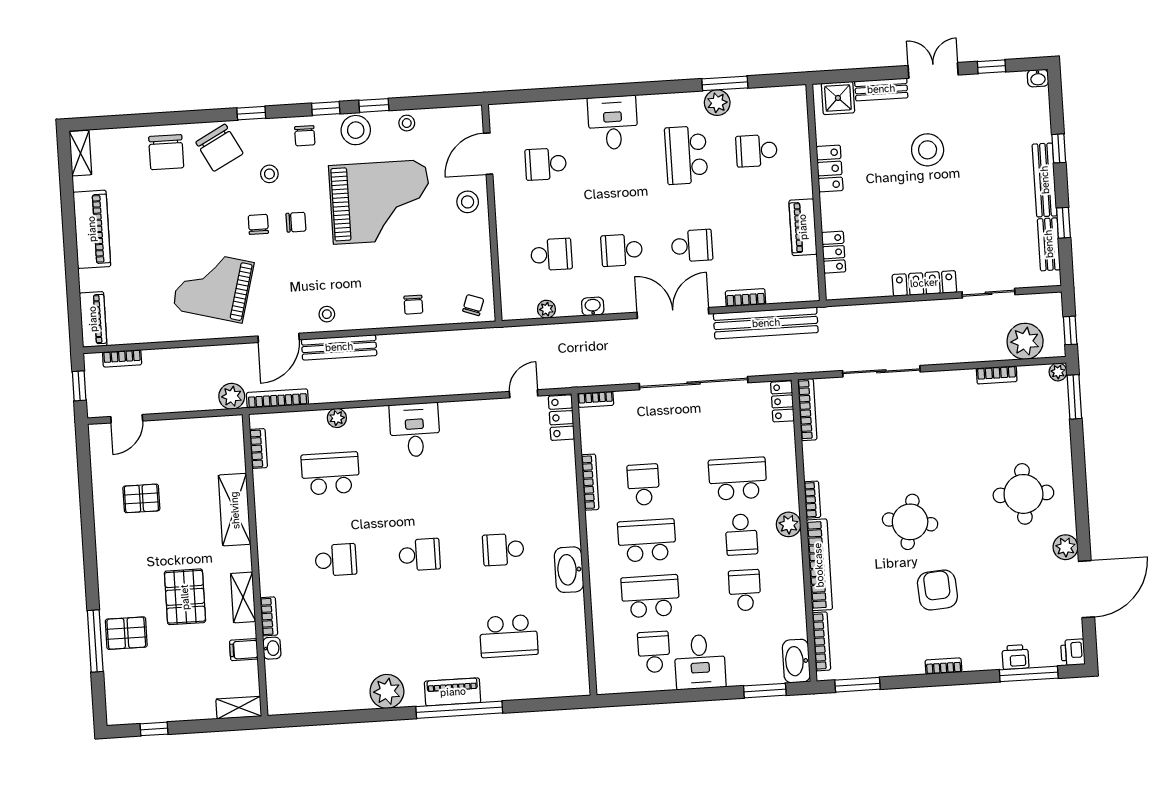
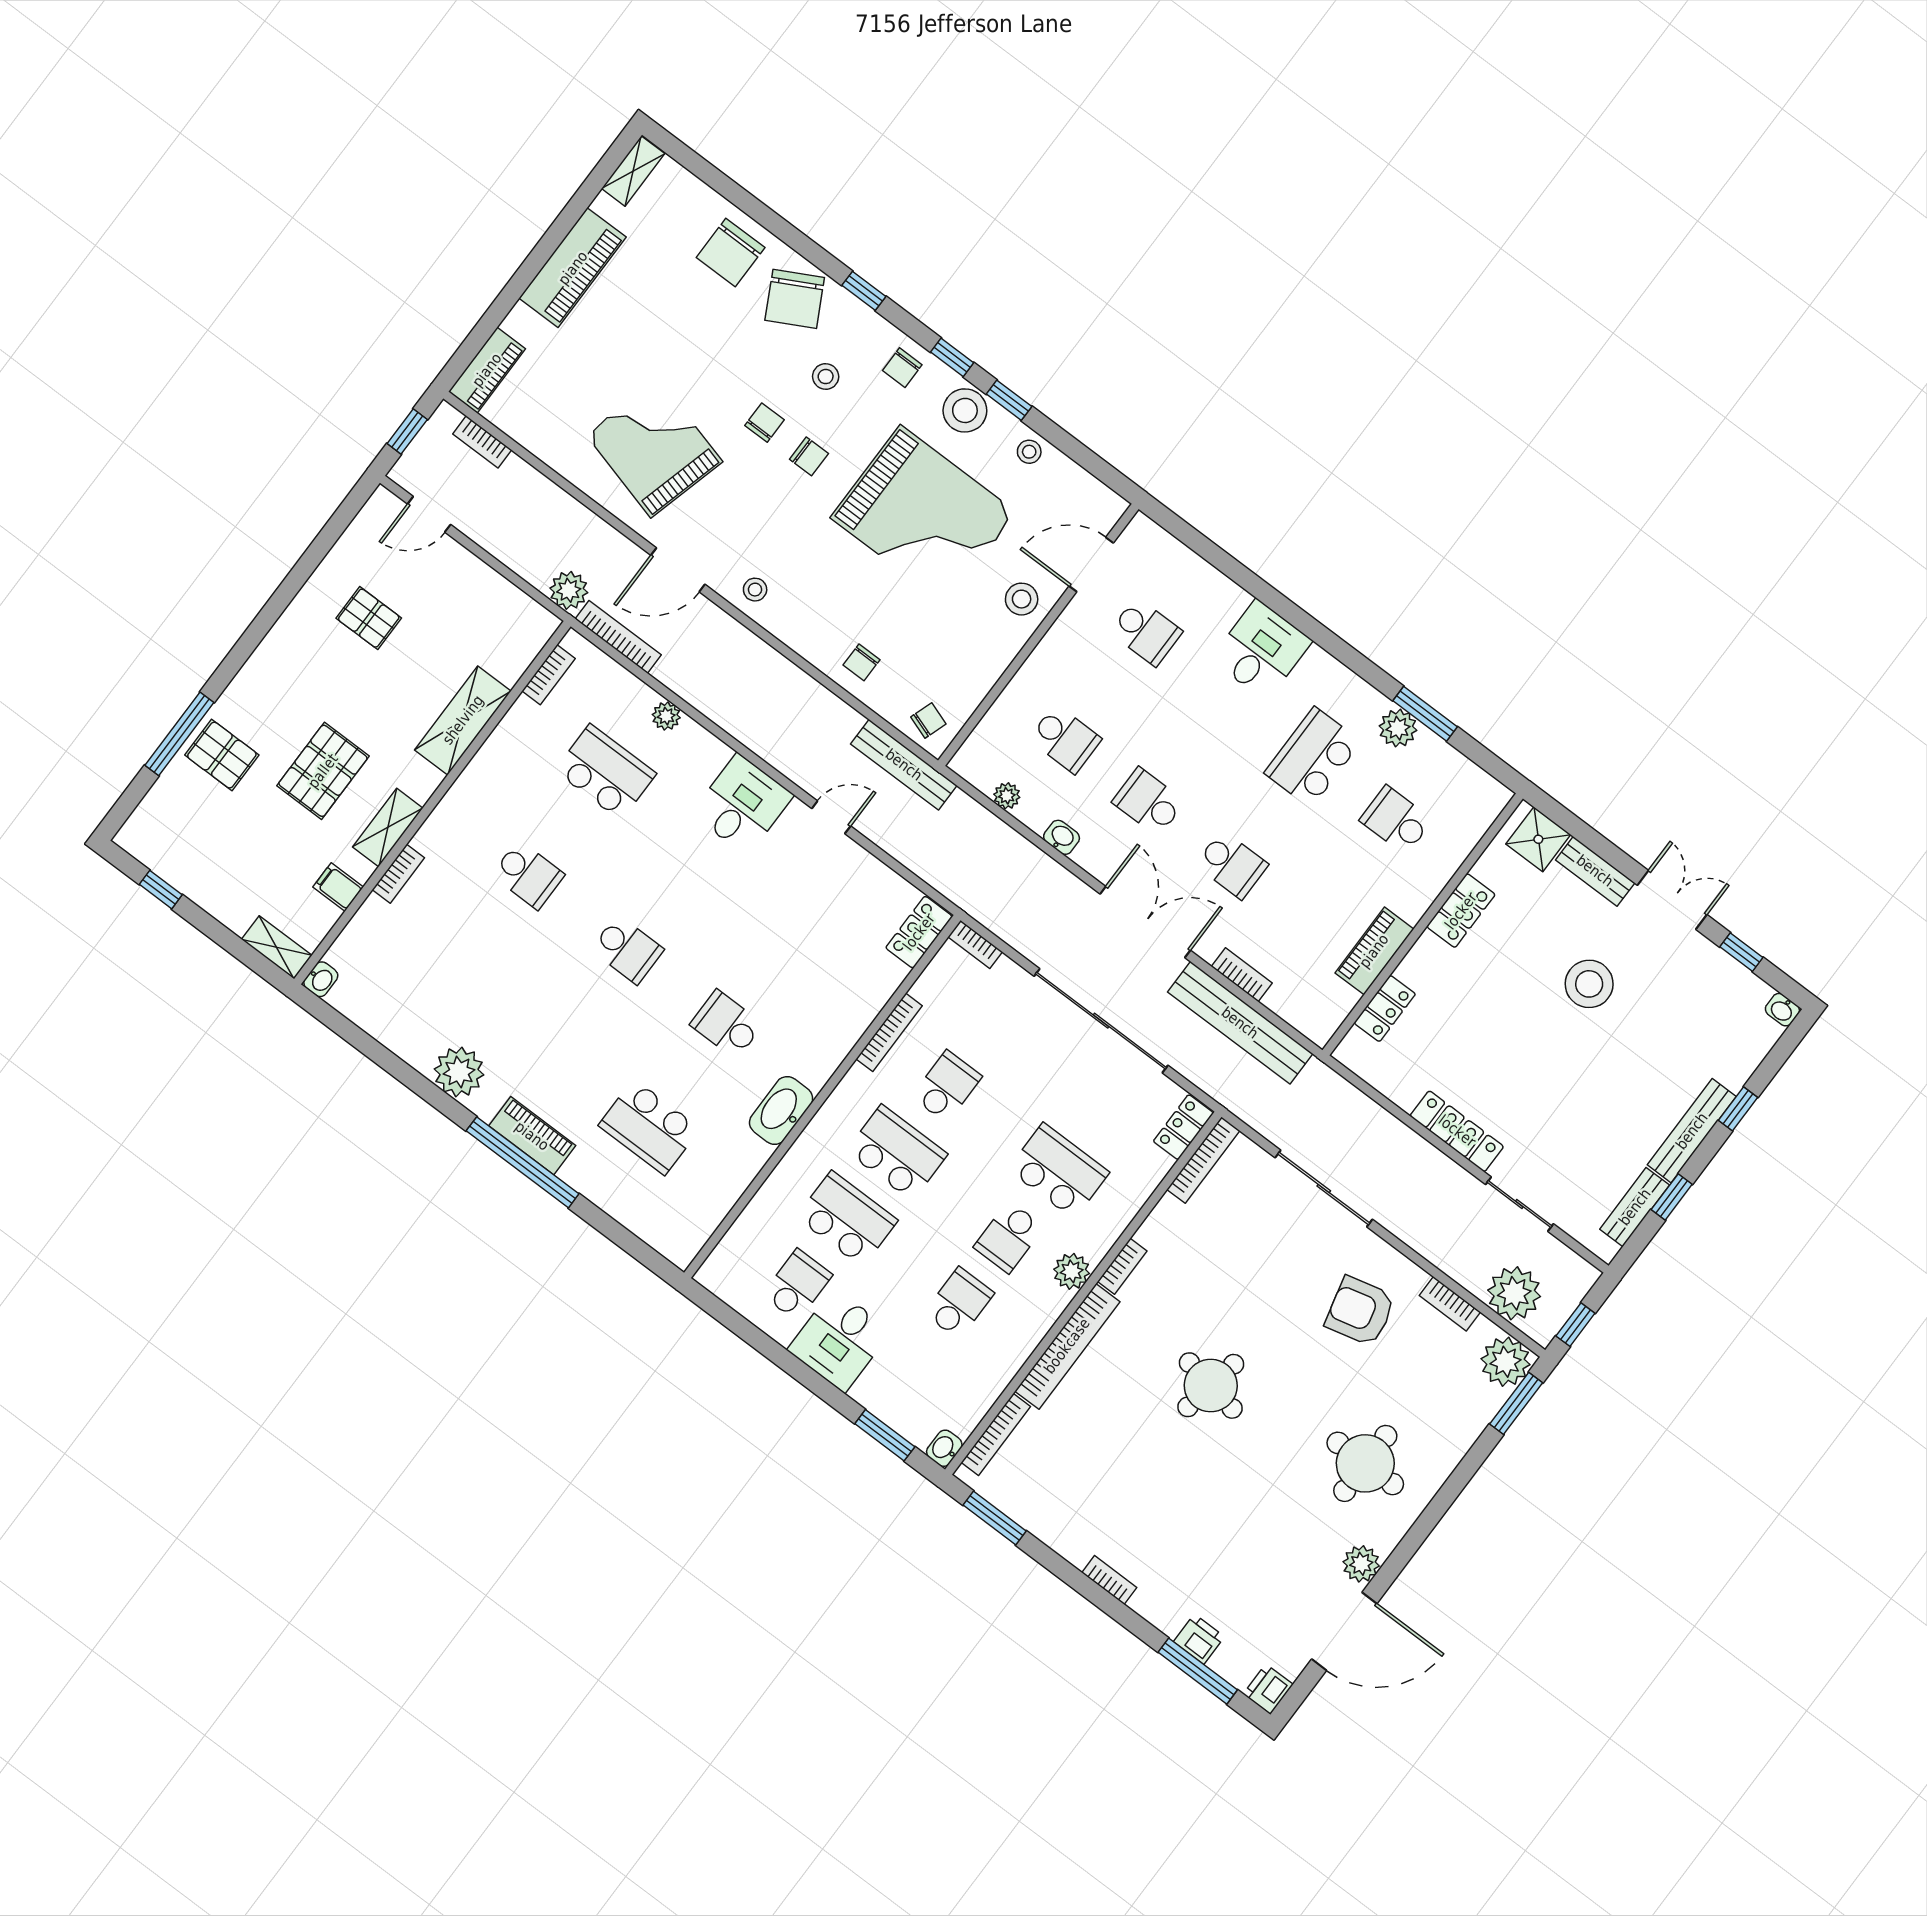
school desk: (546, 164) -> (1146, 632), turned 180
bench: (339, 347) -> (904, 765), moved
plant: (1058, 372) -> (1506, 1362), width x1.87, depth x1.87
door: (524, 394) -> (831, 817), moved
armchair: (937, 590) -> (1360, 1311), moved, turned -100
washbasin: (272, 648) -> (321, 979), moved
washbasin: (796, 661) -> (944, 1448), width x0.52, depth x0.69

